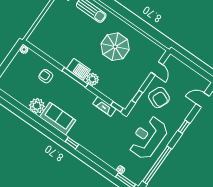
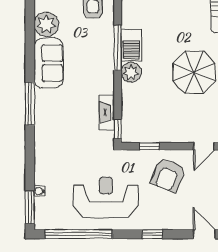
window: (72, 143) -> (30, 104), width x2.17

